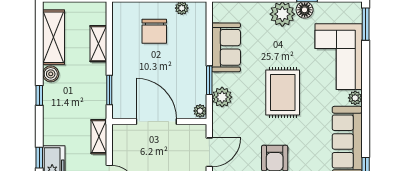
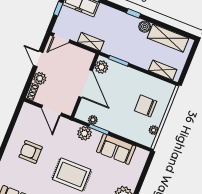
shelving: (98, 44) -> (163, 70), moved
plant: (126, 109) -> (101, 67), added
plant: (200, 111) -> (93, 120), moved
door: (156, 122) -> (86, 84), hinge flipped

